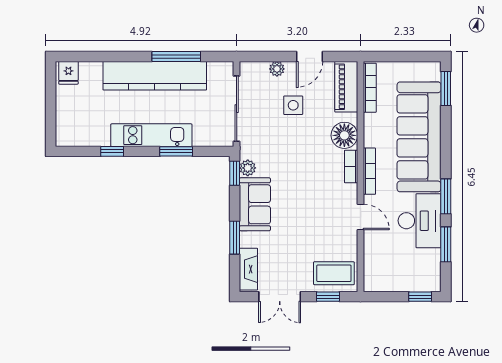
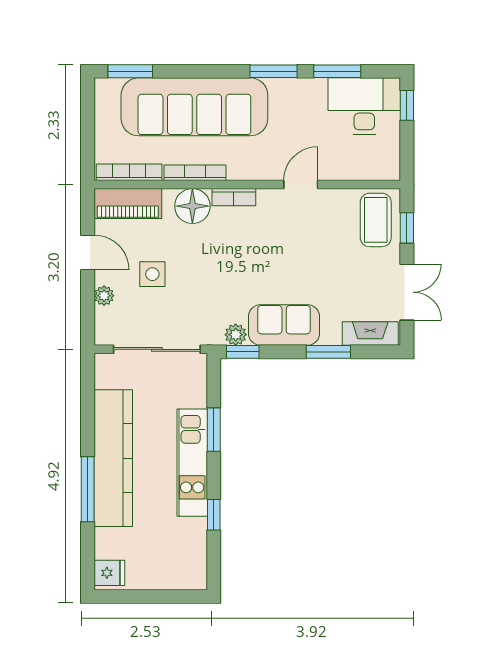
window: (176, 56) -> (88, 489), moved
bookcase: (369, 171) -> (195, 173), moved
desk: (420, 221) -> (364, 106), moved

